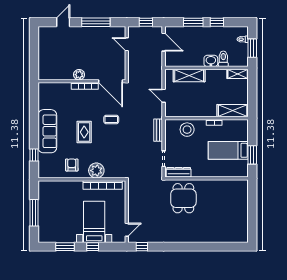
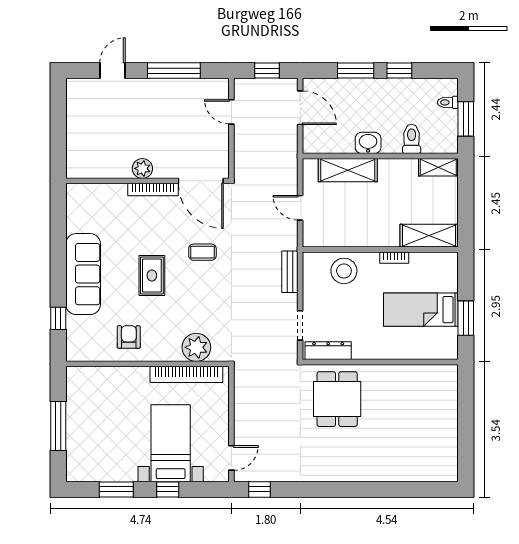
washbasin: (211, 61) -> (368, 143), moved
plant: (96, 171) -> (196, 347), moved

